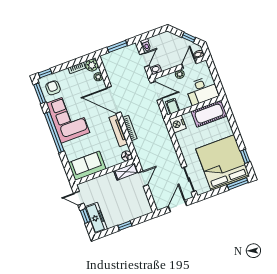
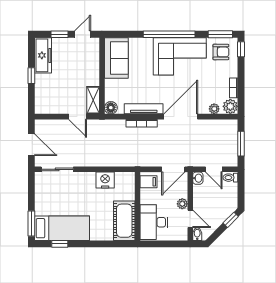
window: (189, 37) -> (231, 220), moved
nightstand: (178, 124) -> (105, 180), moved
bed: (223, 163) -> (62, 228), width x0.49
freezer: (96, 218) -> (43, 55), moved, turned -90

